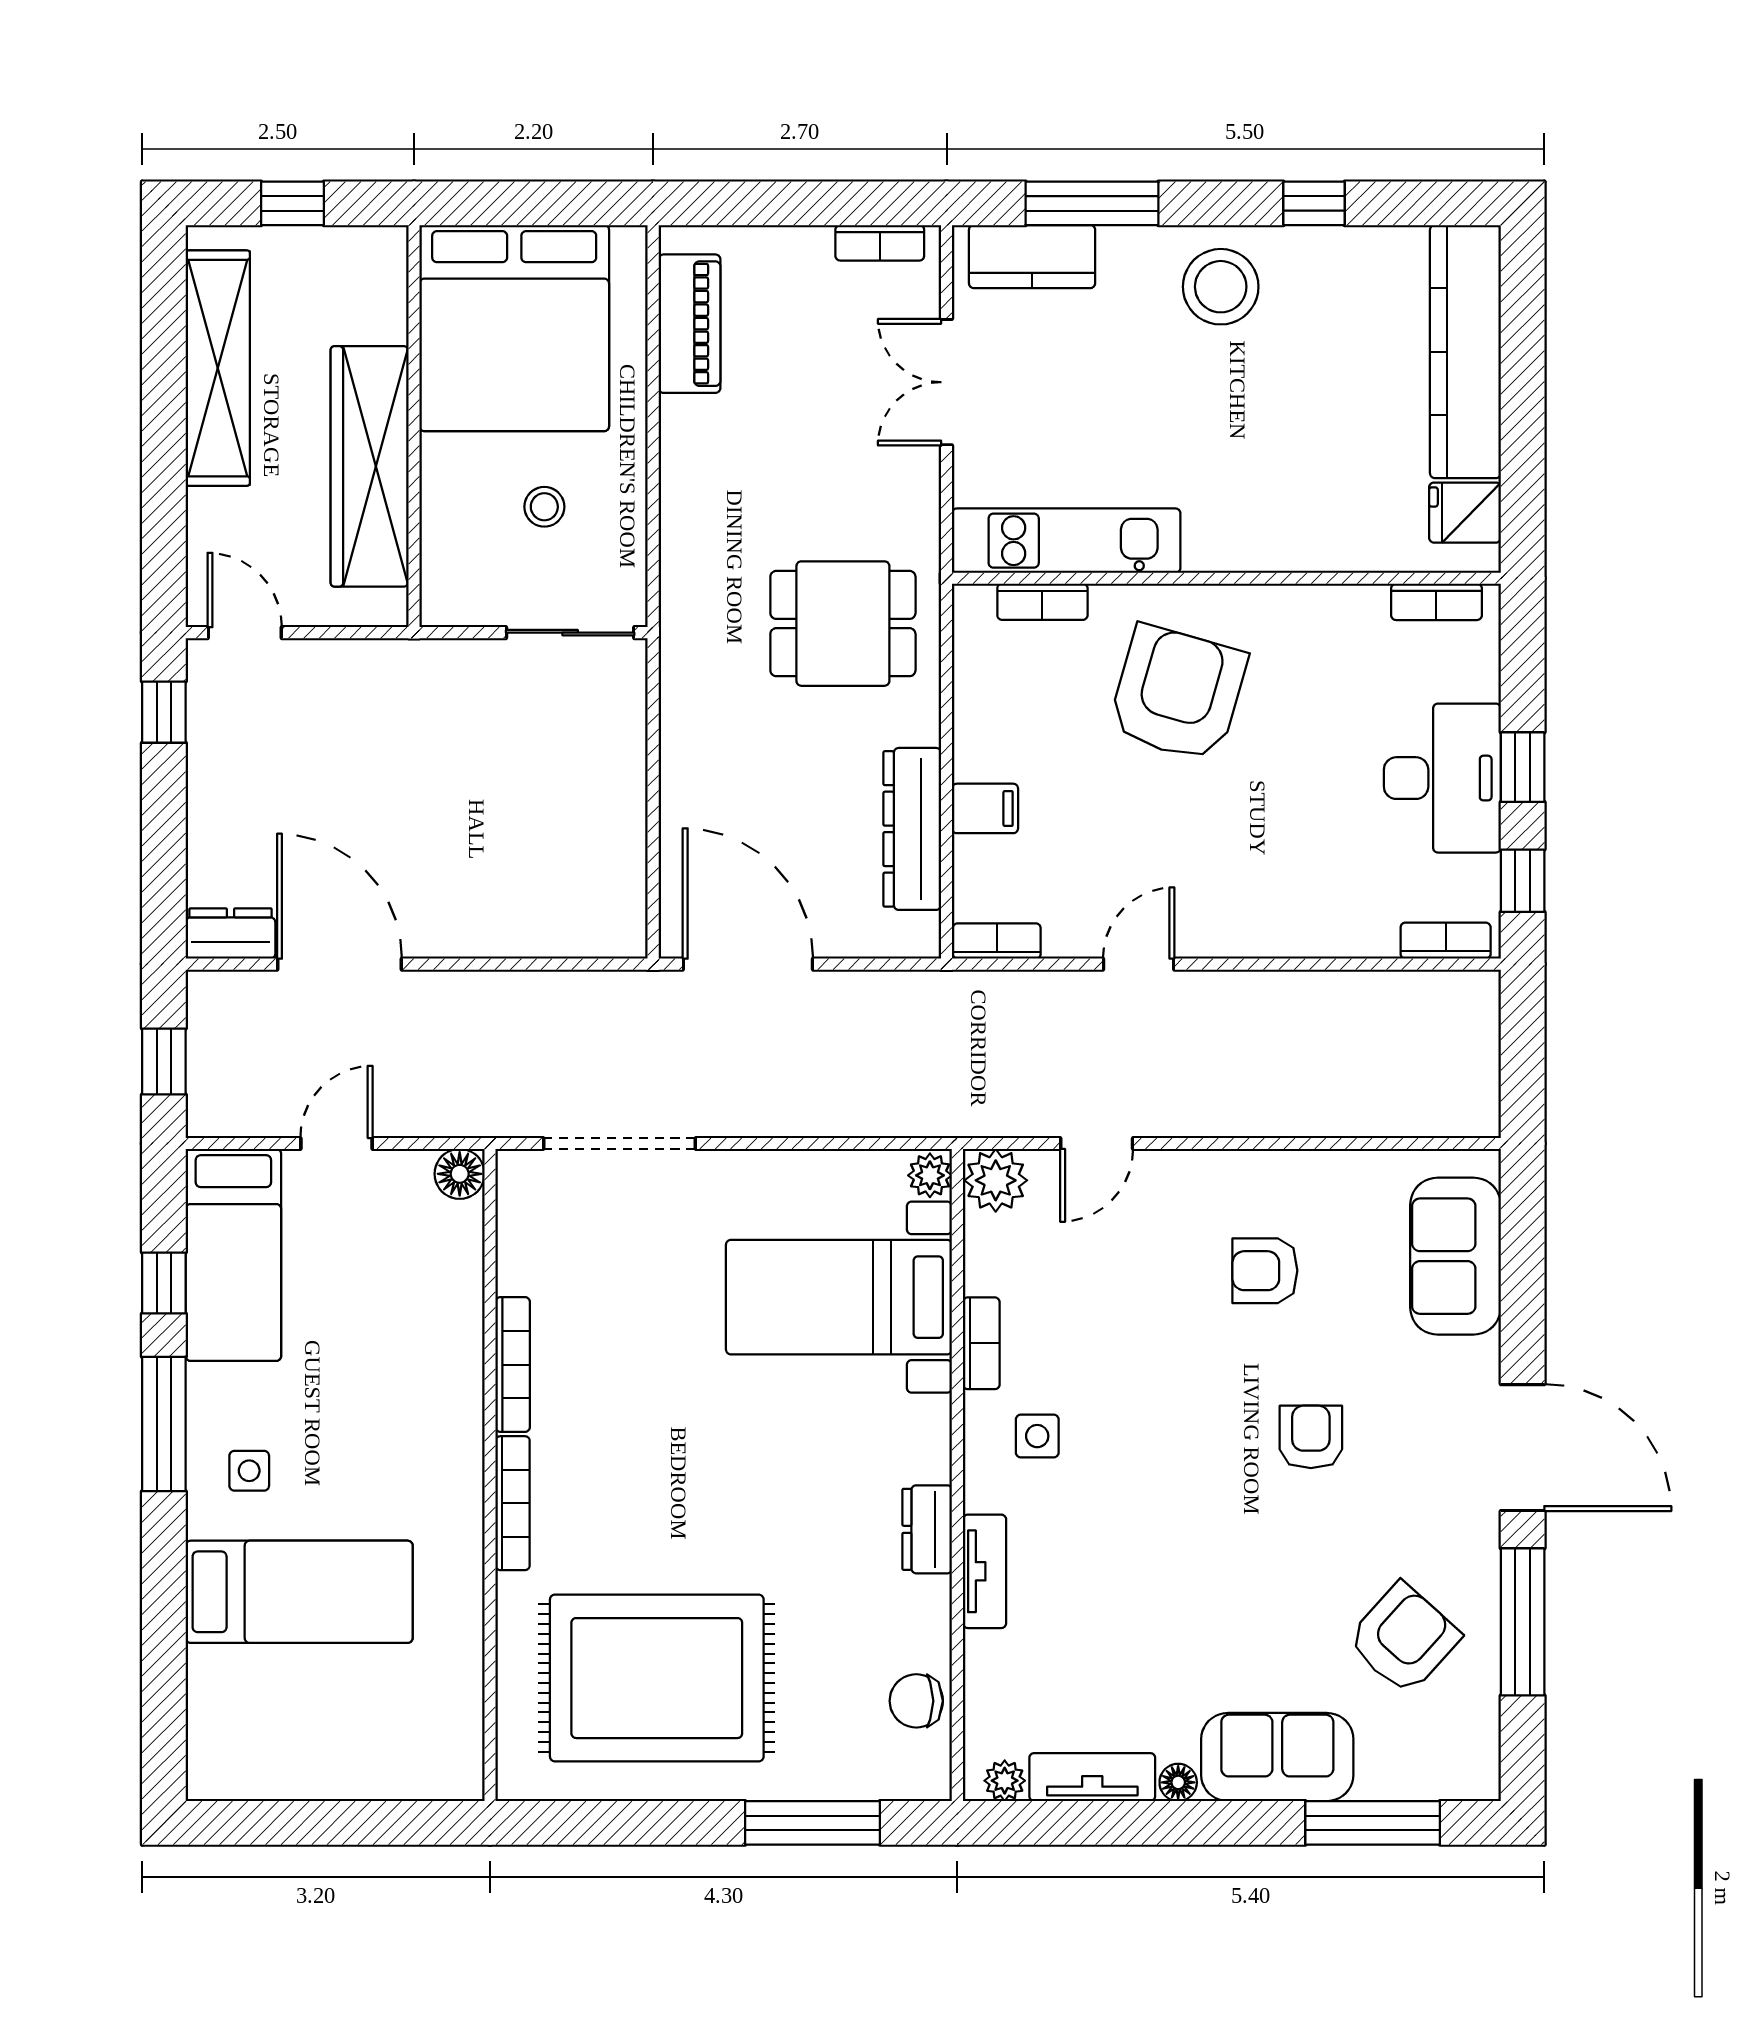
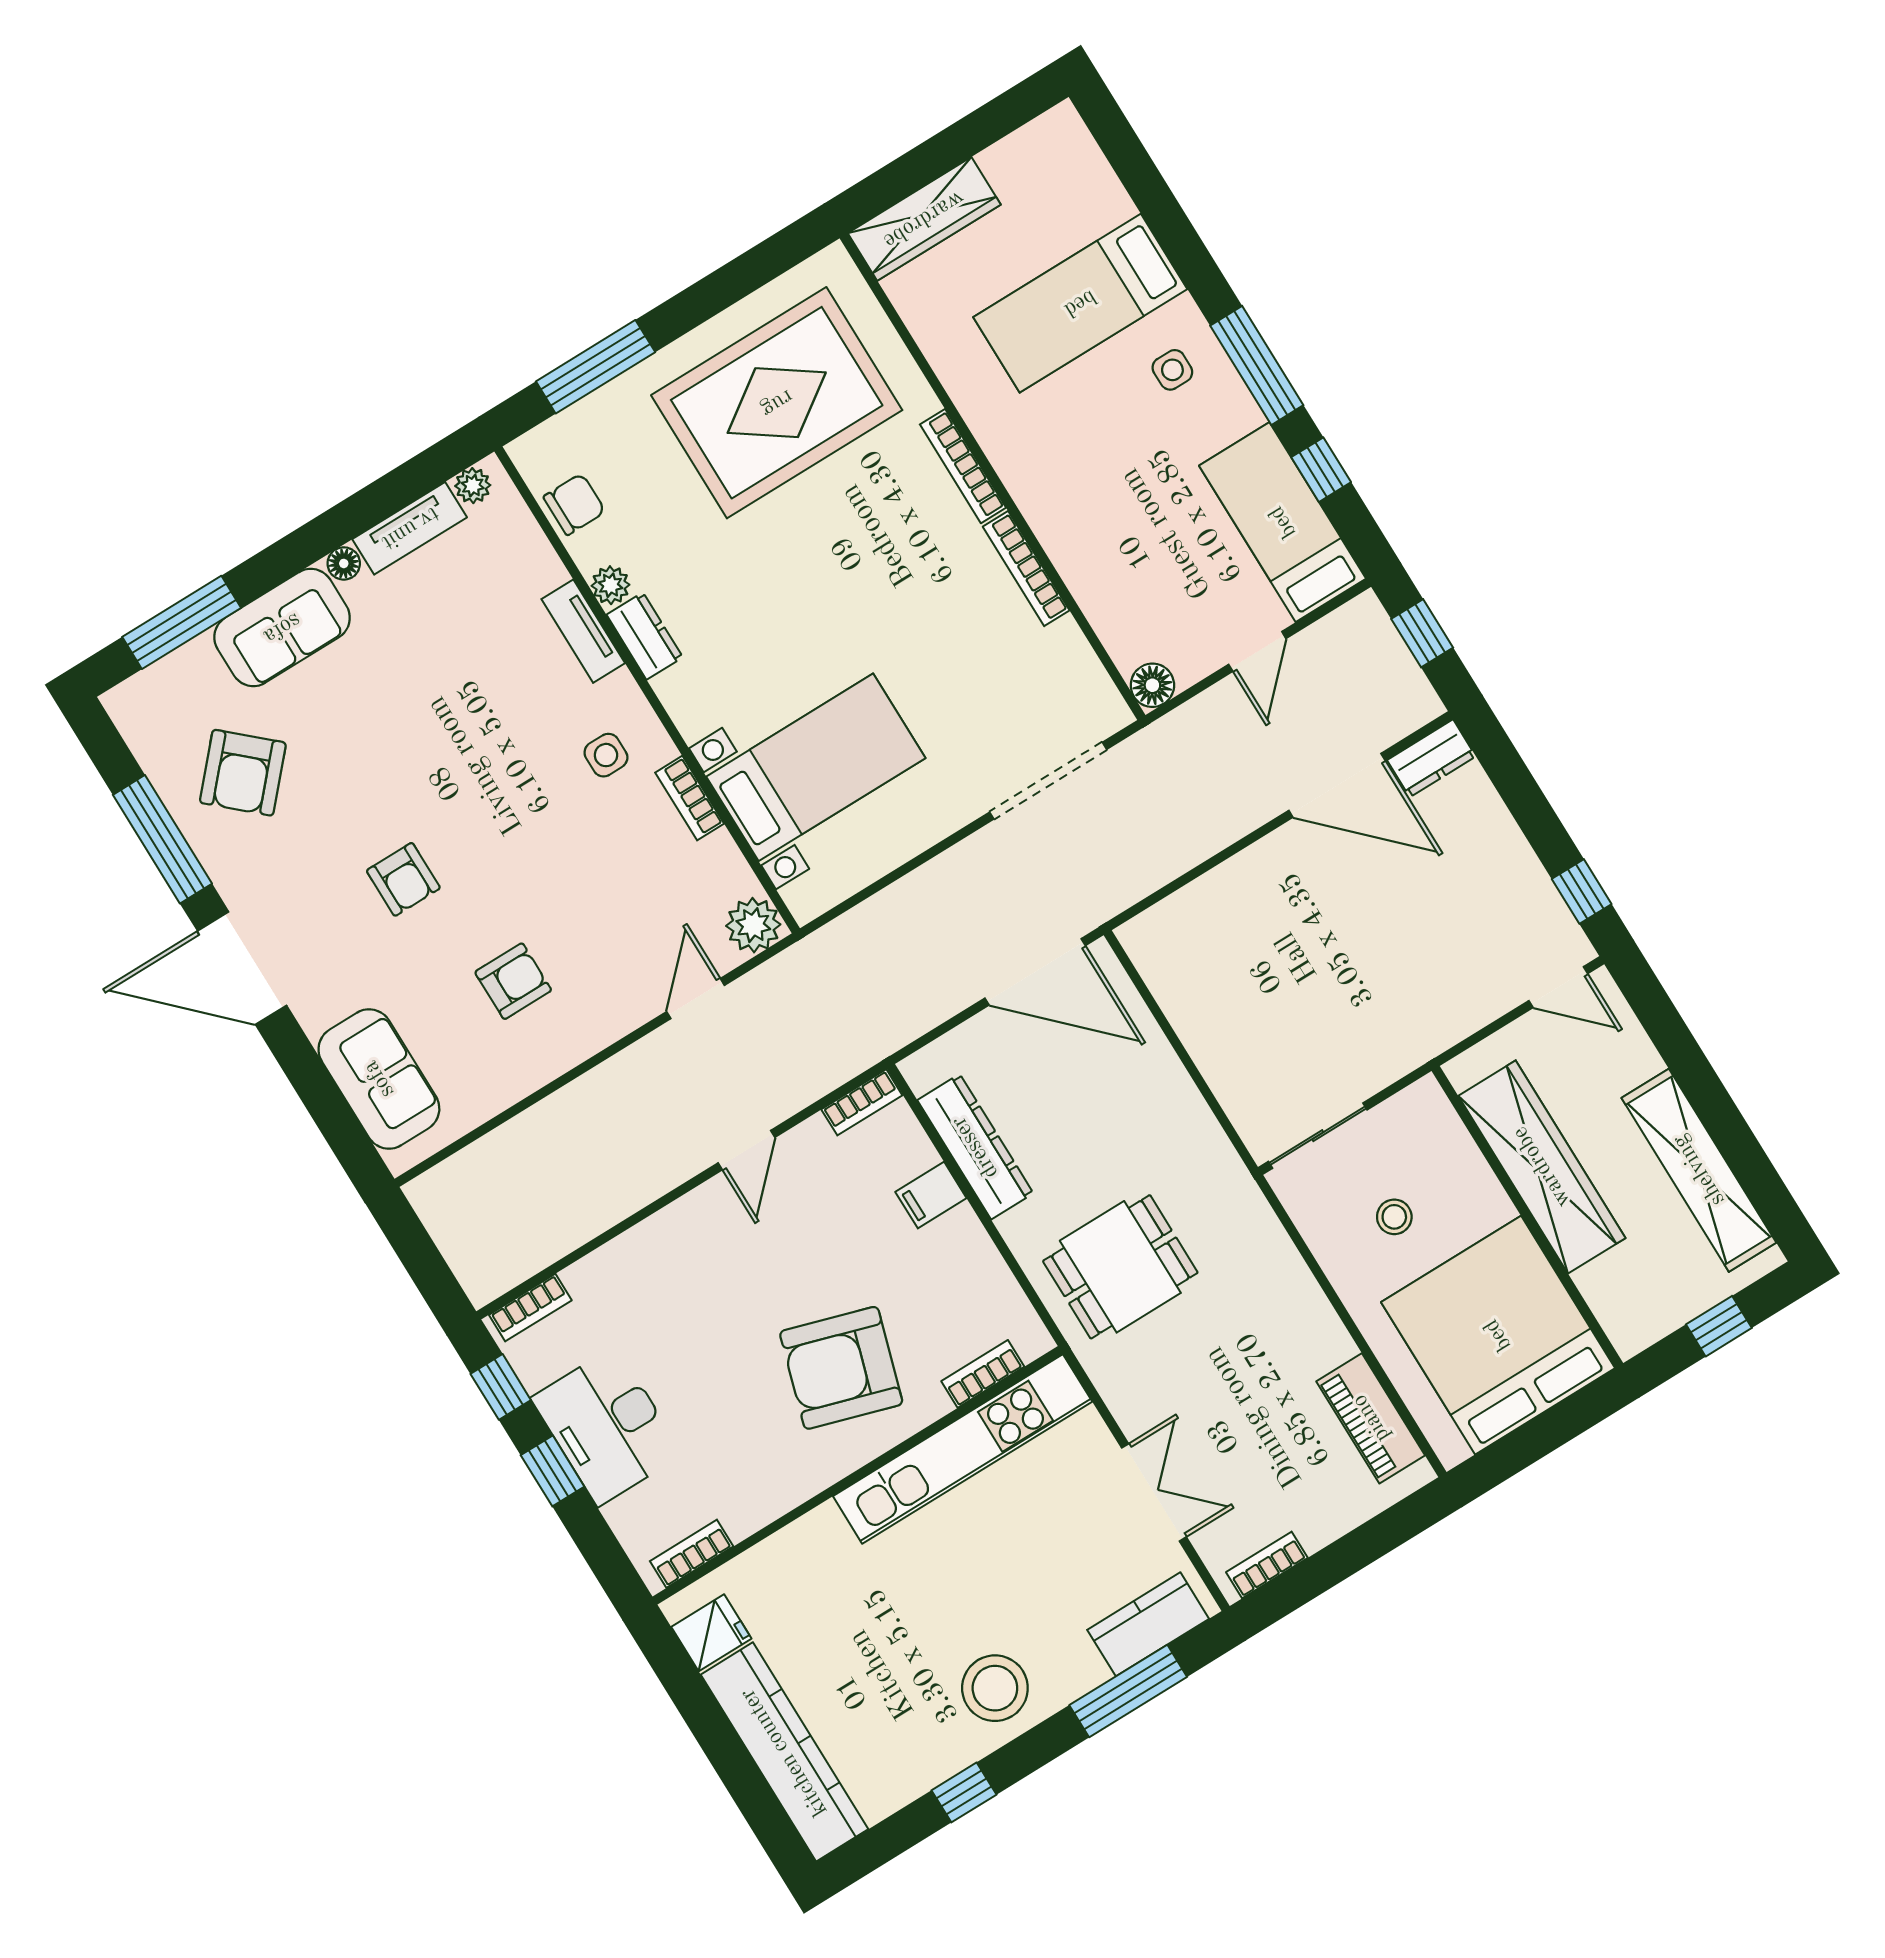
kitchen unit: (1066, 541) -> (963, 1449), width x1.36
armchair: (1178, 693) -> (841, 1368), turned 91
plant: (930, 1175) -> (611, 585), moved
wardrobe: (401, 1769) -> (924, 219), added

